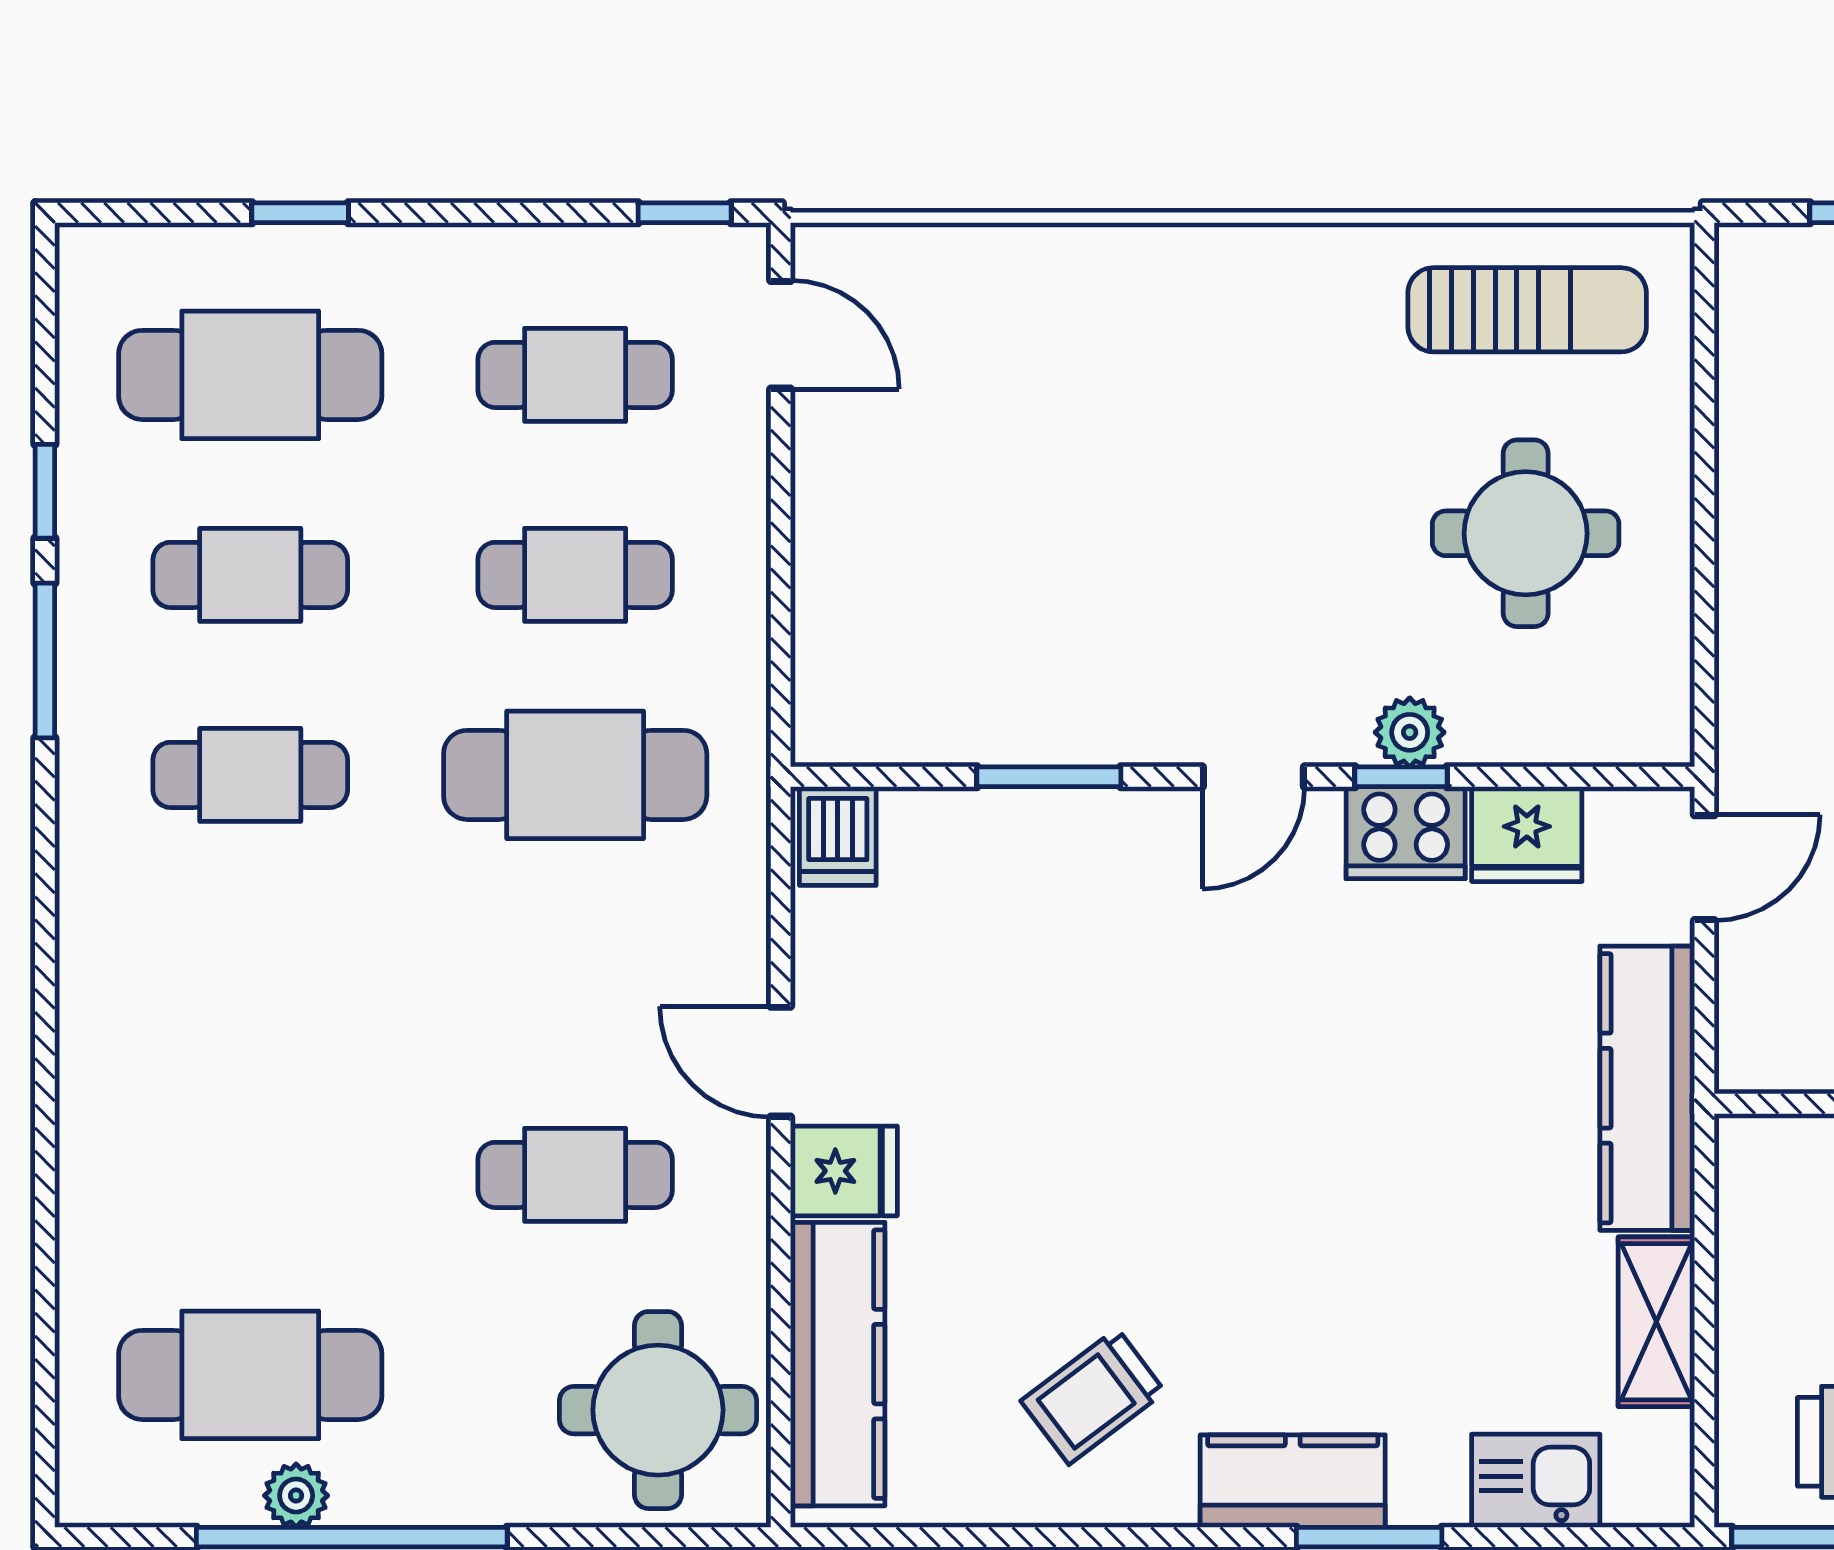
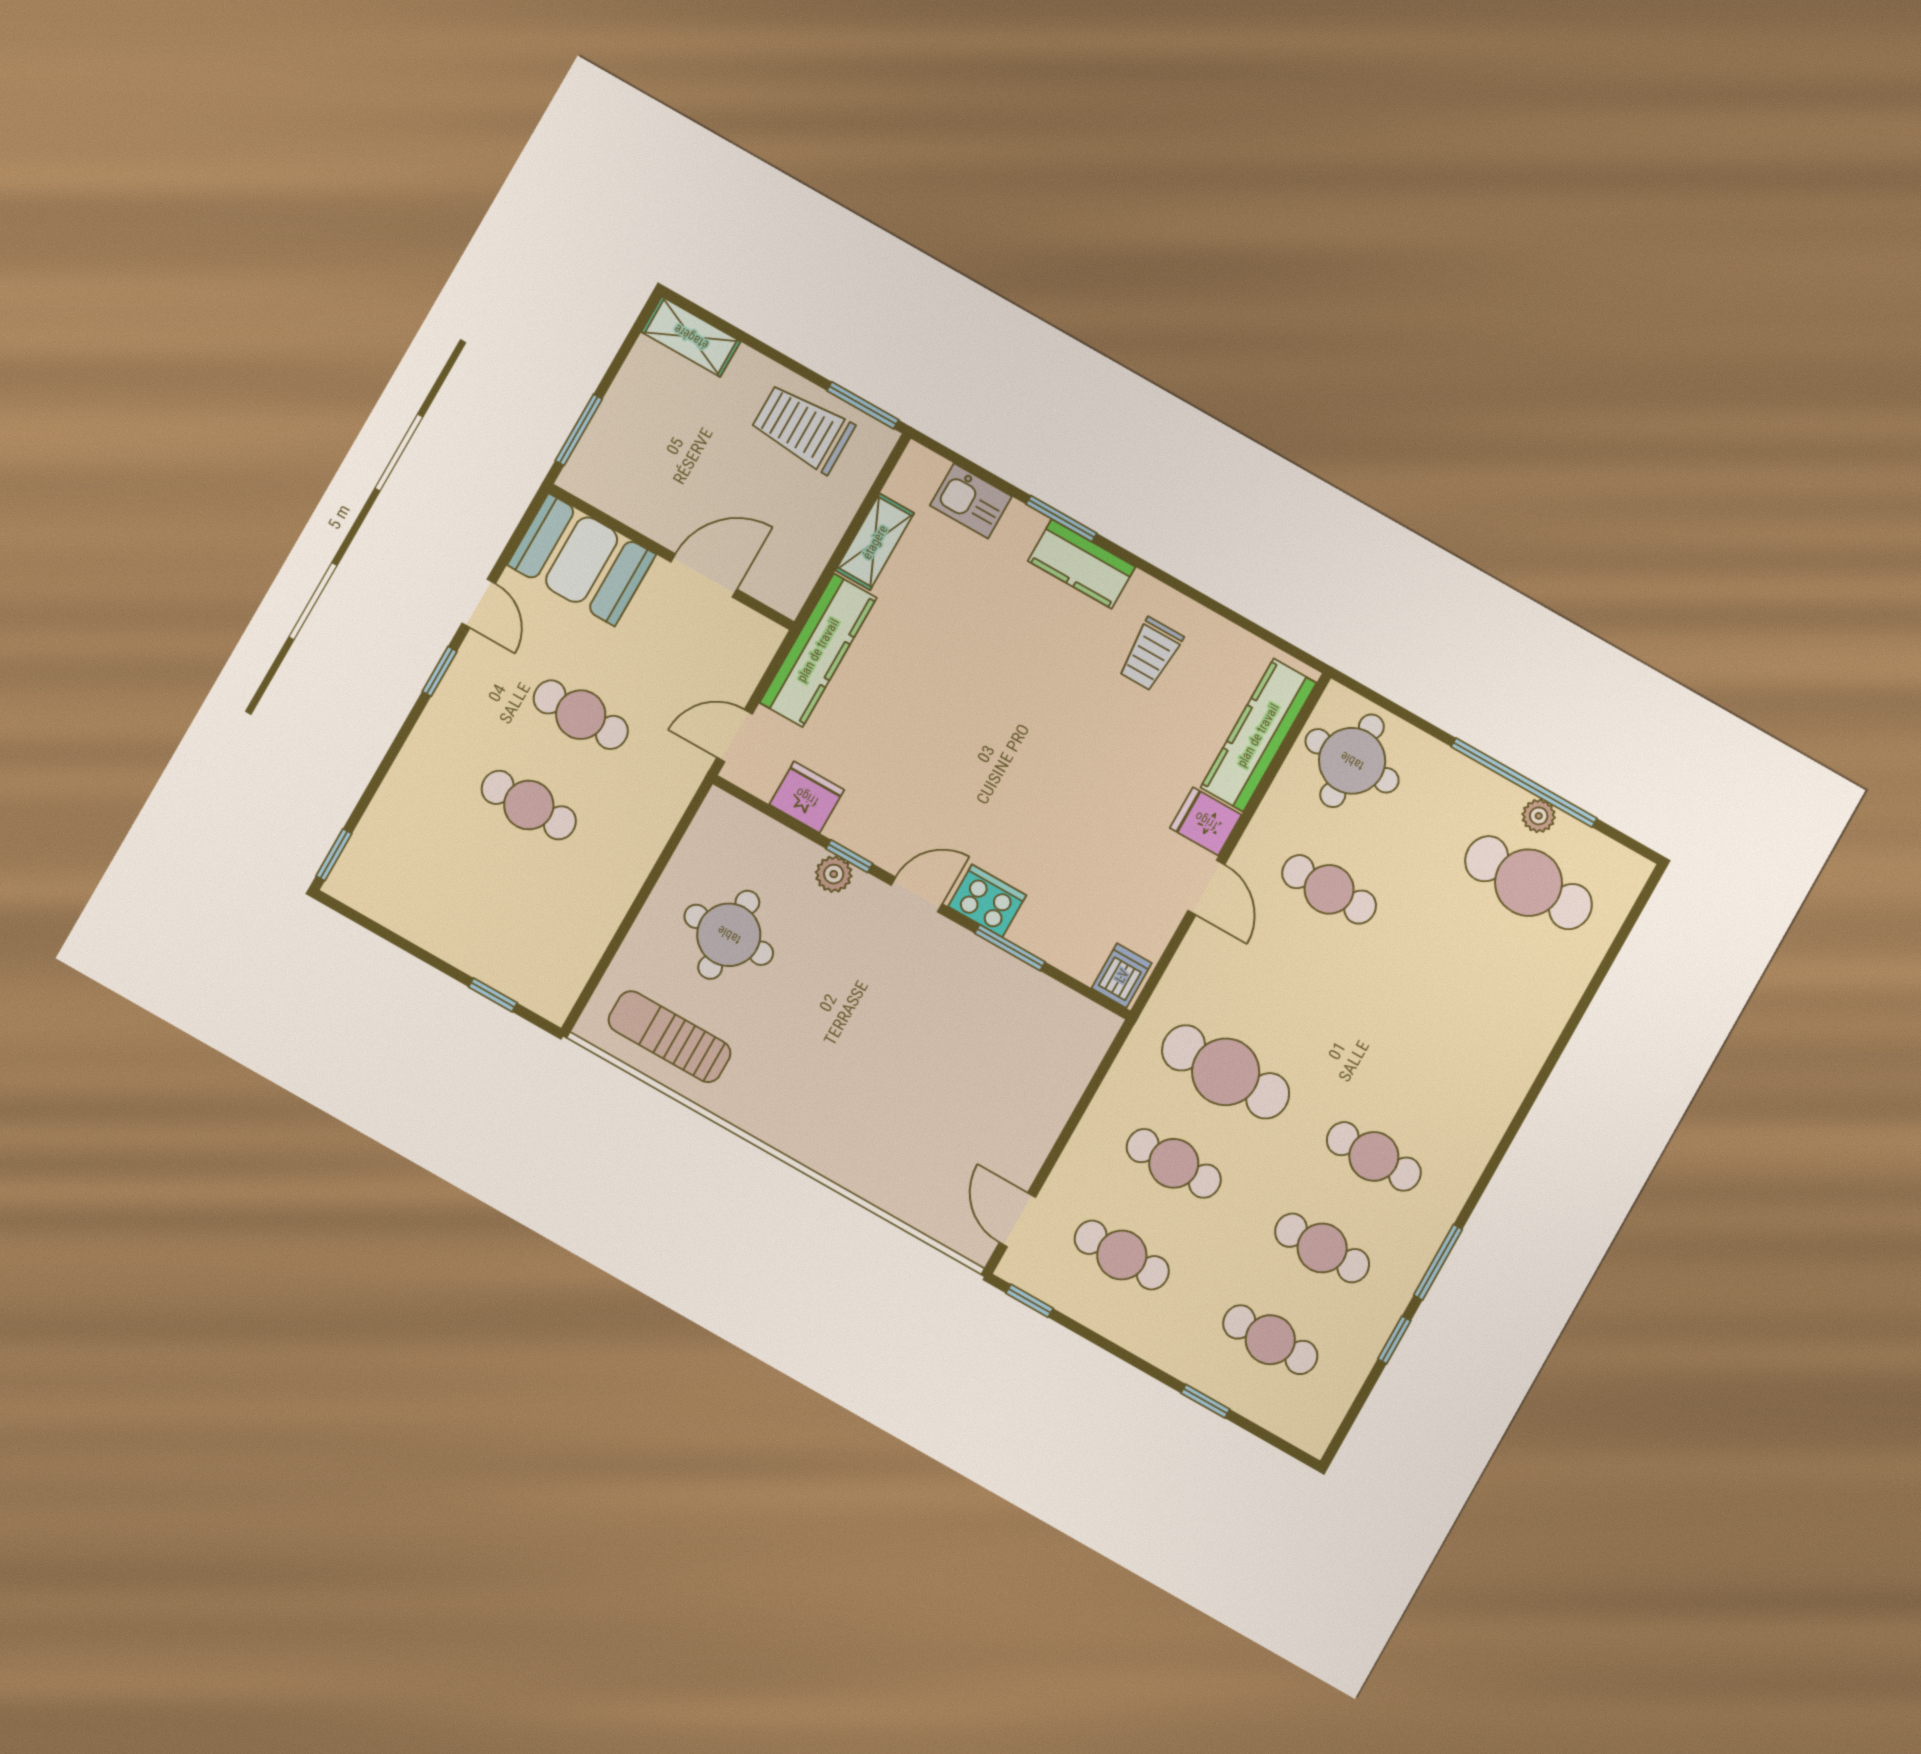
cafe table: (250, 375) -> (1270, 1340), width x0.73, depth x0.74
cooker: (1406, 833) -> (987, 901), moved
trolley: (1093, 1396) -> (1151, 654), turned 127

